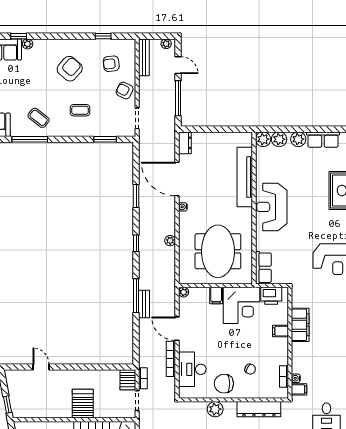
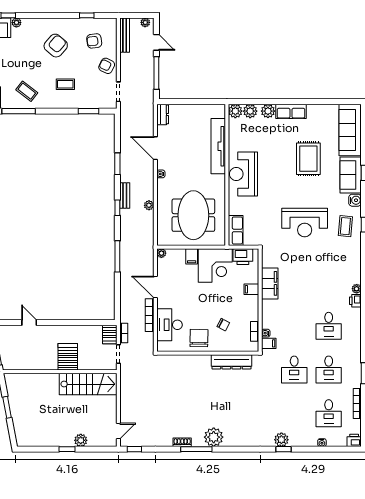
door: (177, 179) -> (155, 148), width x0.73
bench: (144, 304) -> (125, 196), moved
chair: (224, 384) -> (199, 338), turned 91
plant: (215, 409) -> (191, 362), removed

